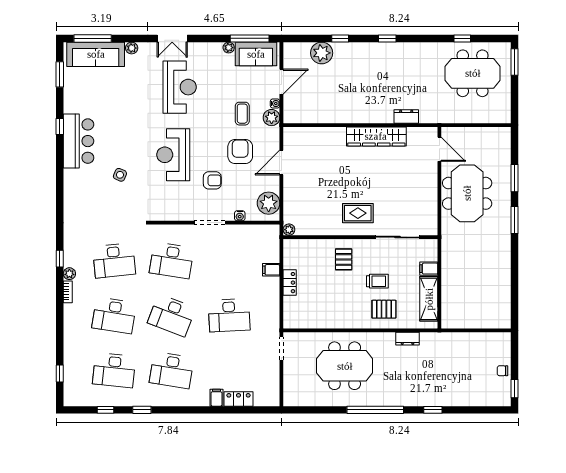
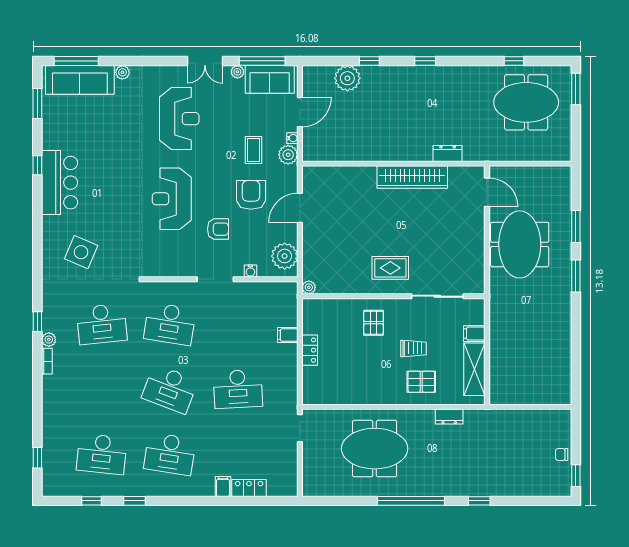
double door: (172, 38) -> (205, 61), moved
side table: (120, 175) -> (81, 252), moved, width x1.87, depth x1.87
desk: (114, 315) -> (102, 389), removed

